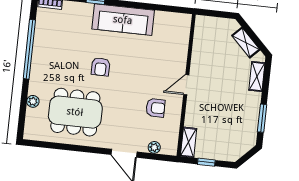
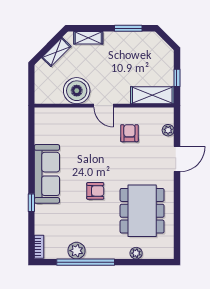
plant: (42, 41) -> (76, 251), added
boiler: (204, 59) -> (77, 91), added
shelving: (189, 142) -> (152, 95), width x1.50, depth x1.33

